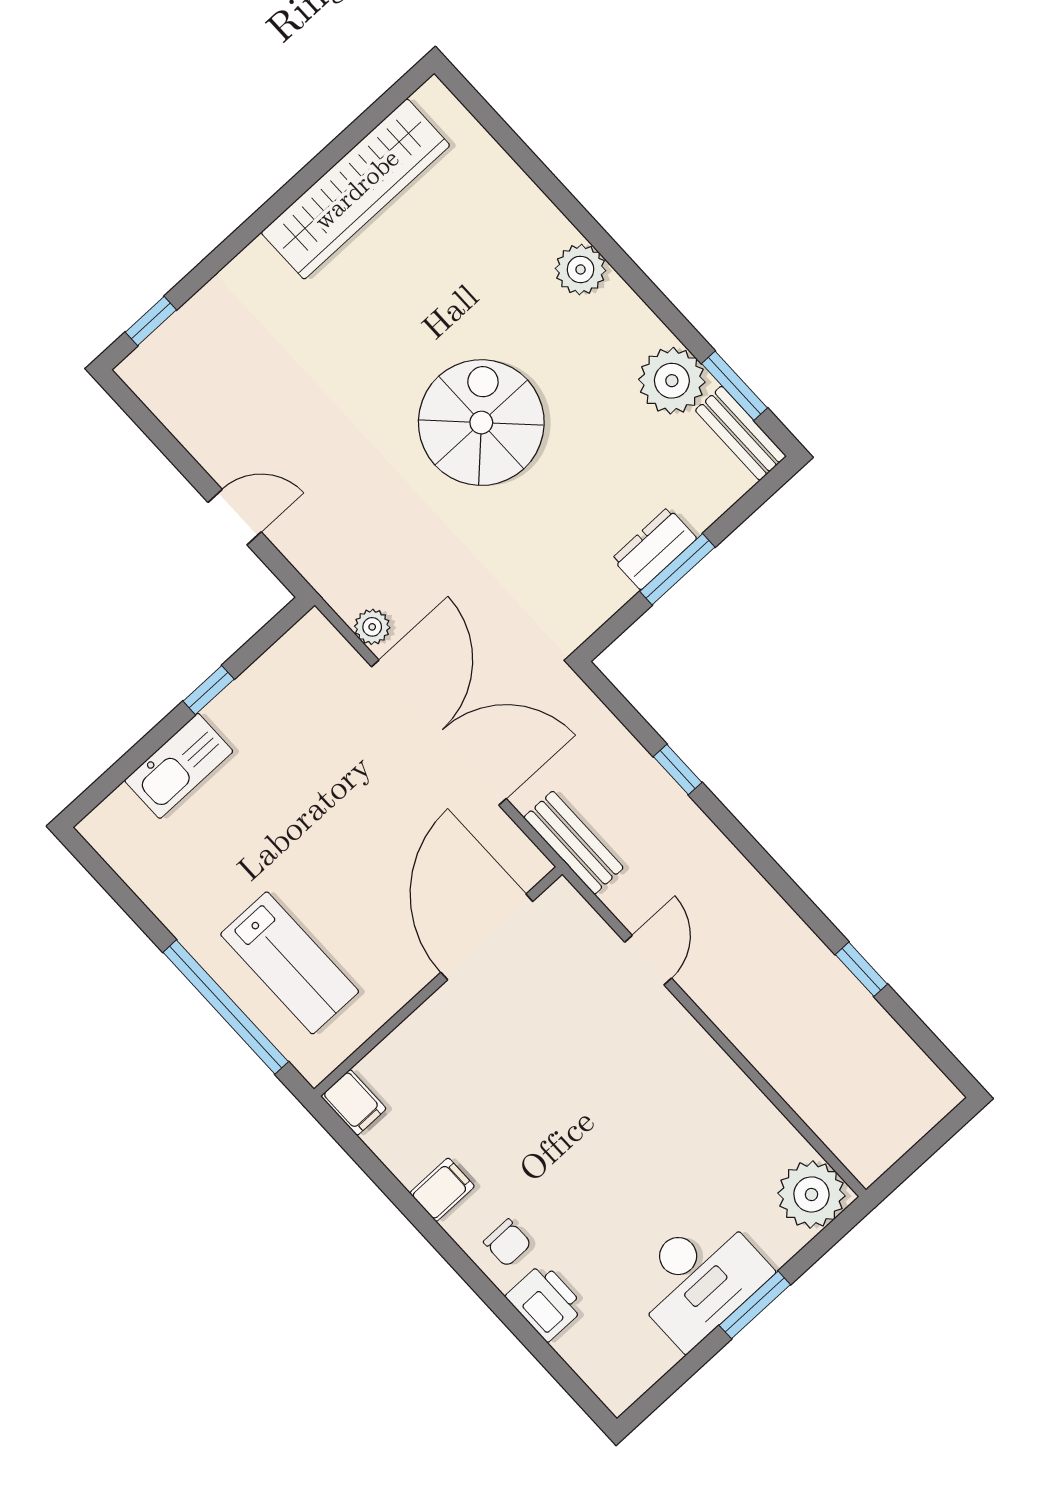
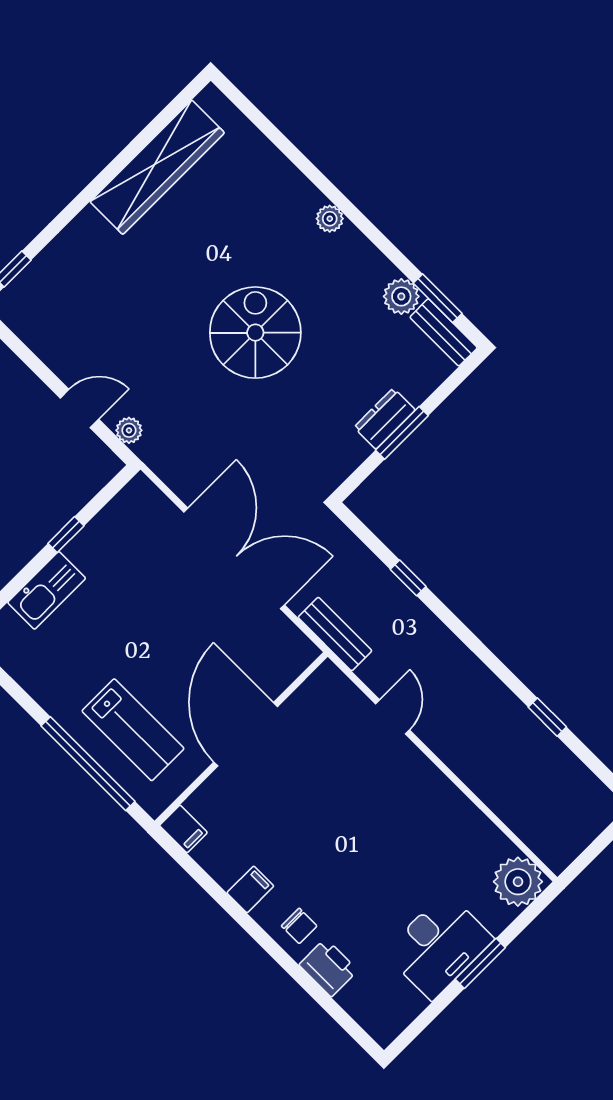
plant: (581, 269) -> (330, 219), width x0.73, depth x0.73
plant: (672, 381) -> (401, 296), width x0.73, depth x0.73
plant: (372, 627) -> (129, 430), moved
door: (487, 937) -> (246, 734), moved

